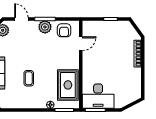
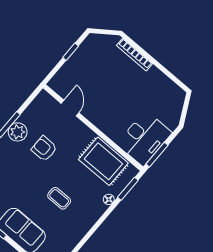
armchair: (64, 30) -> (44, 149), moved, turned 180

